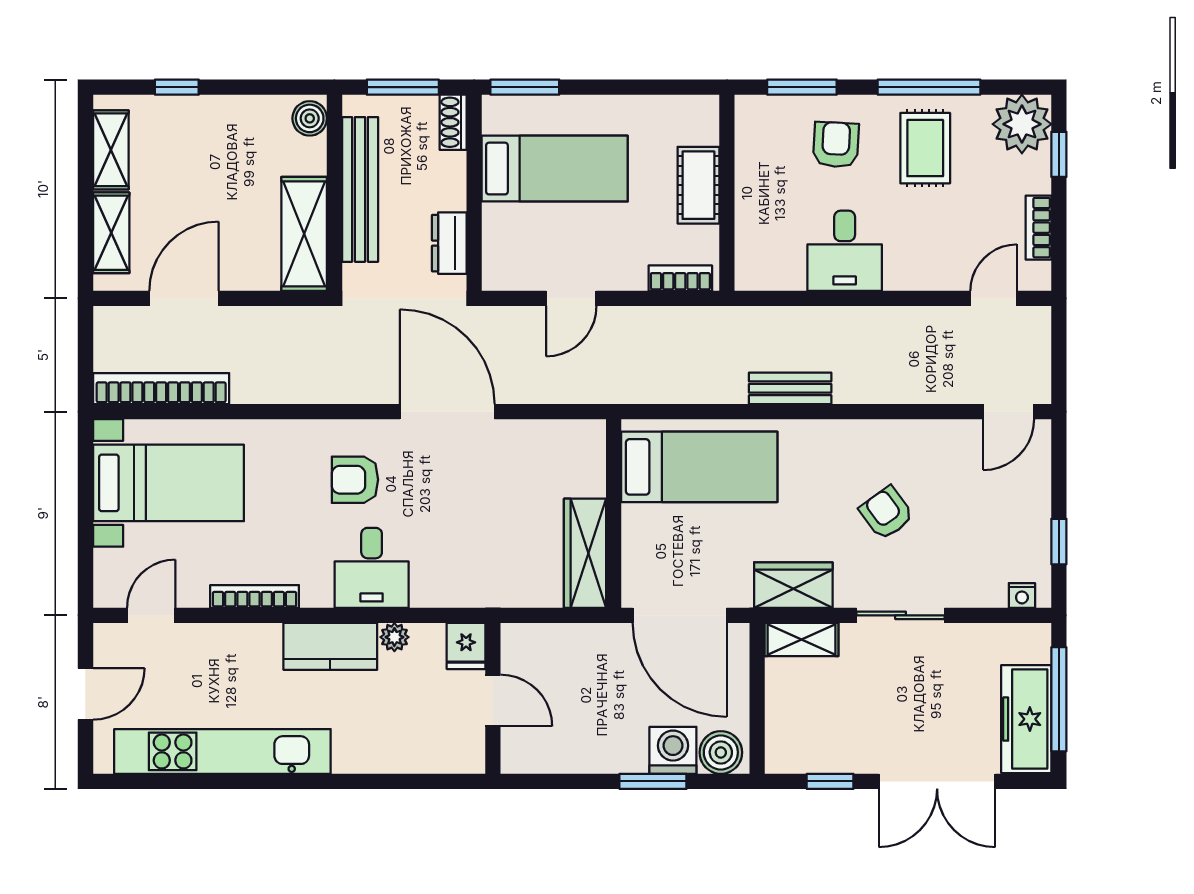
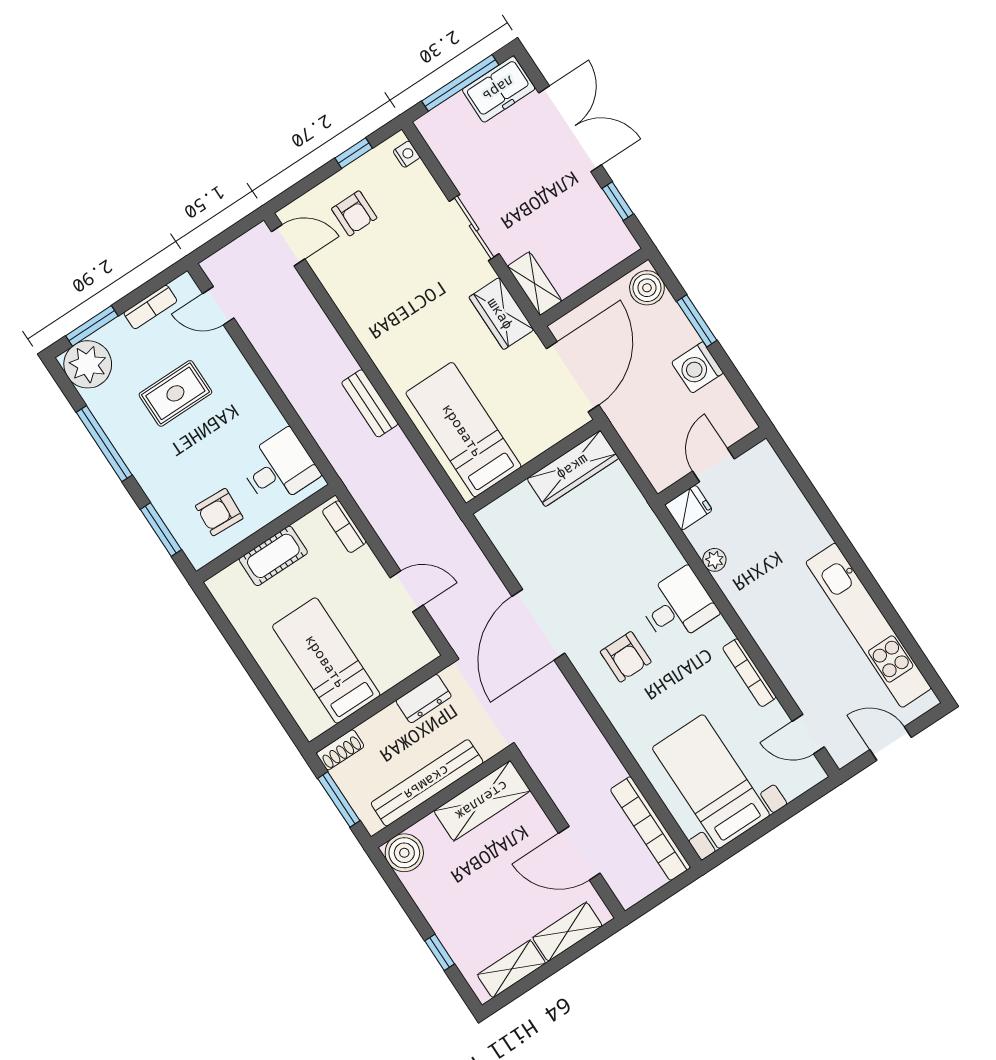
window: (525, 87) -> (284, 717), removed
boiler: (310, 118) -> (404, 853), width x1.36, depth x1.36
armchair: (836, 145) -> (219, 512), moved
rug: (925, 148) -> (175, 393), moved
window: (1059, 154) -> (92, 326), width x1.50
desk: (845, 251) -> (279, 468), moved
armchair: (886, 513) -> (354, 213), moved, turned -54
kitchen counter: (330, 646) -> (749, 599), removed
freezer: (1026, 719) -> (499, 89), width x0.71
washing machine: (673, 750) -> (697, 368), moved

